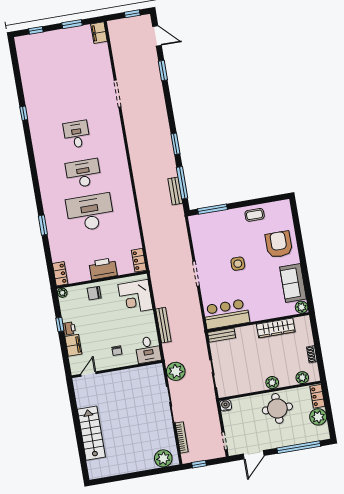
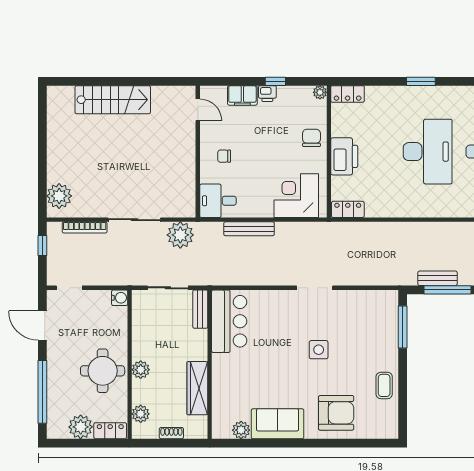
bar counter: (226, 314) -> (229, 321), moved
wall: (258, 322) -> (210, 364), moved
wardrobe: (276, 328) -> (197, 388), moved
bench: (222, 335) -> (200, 309), moved

